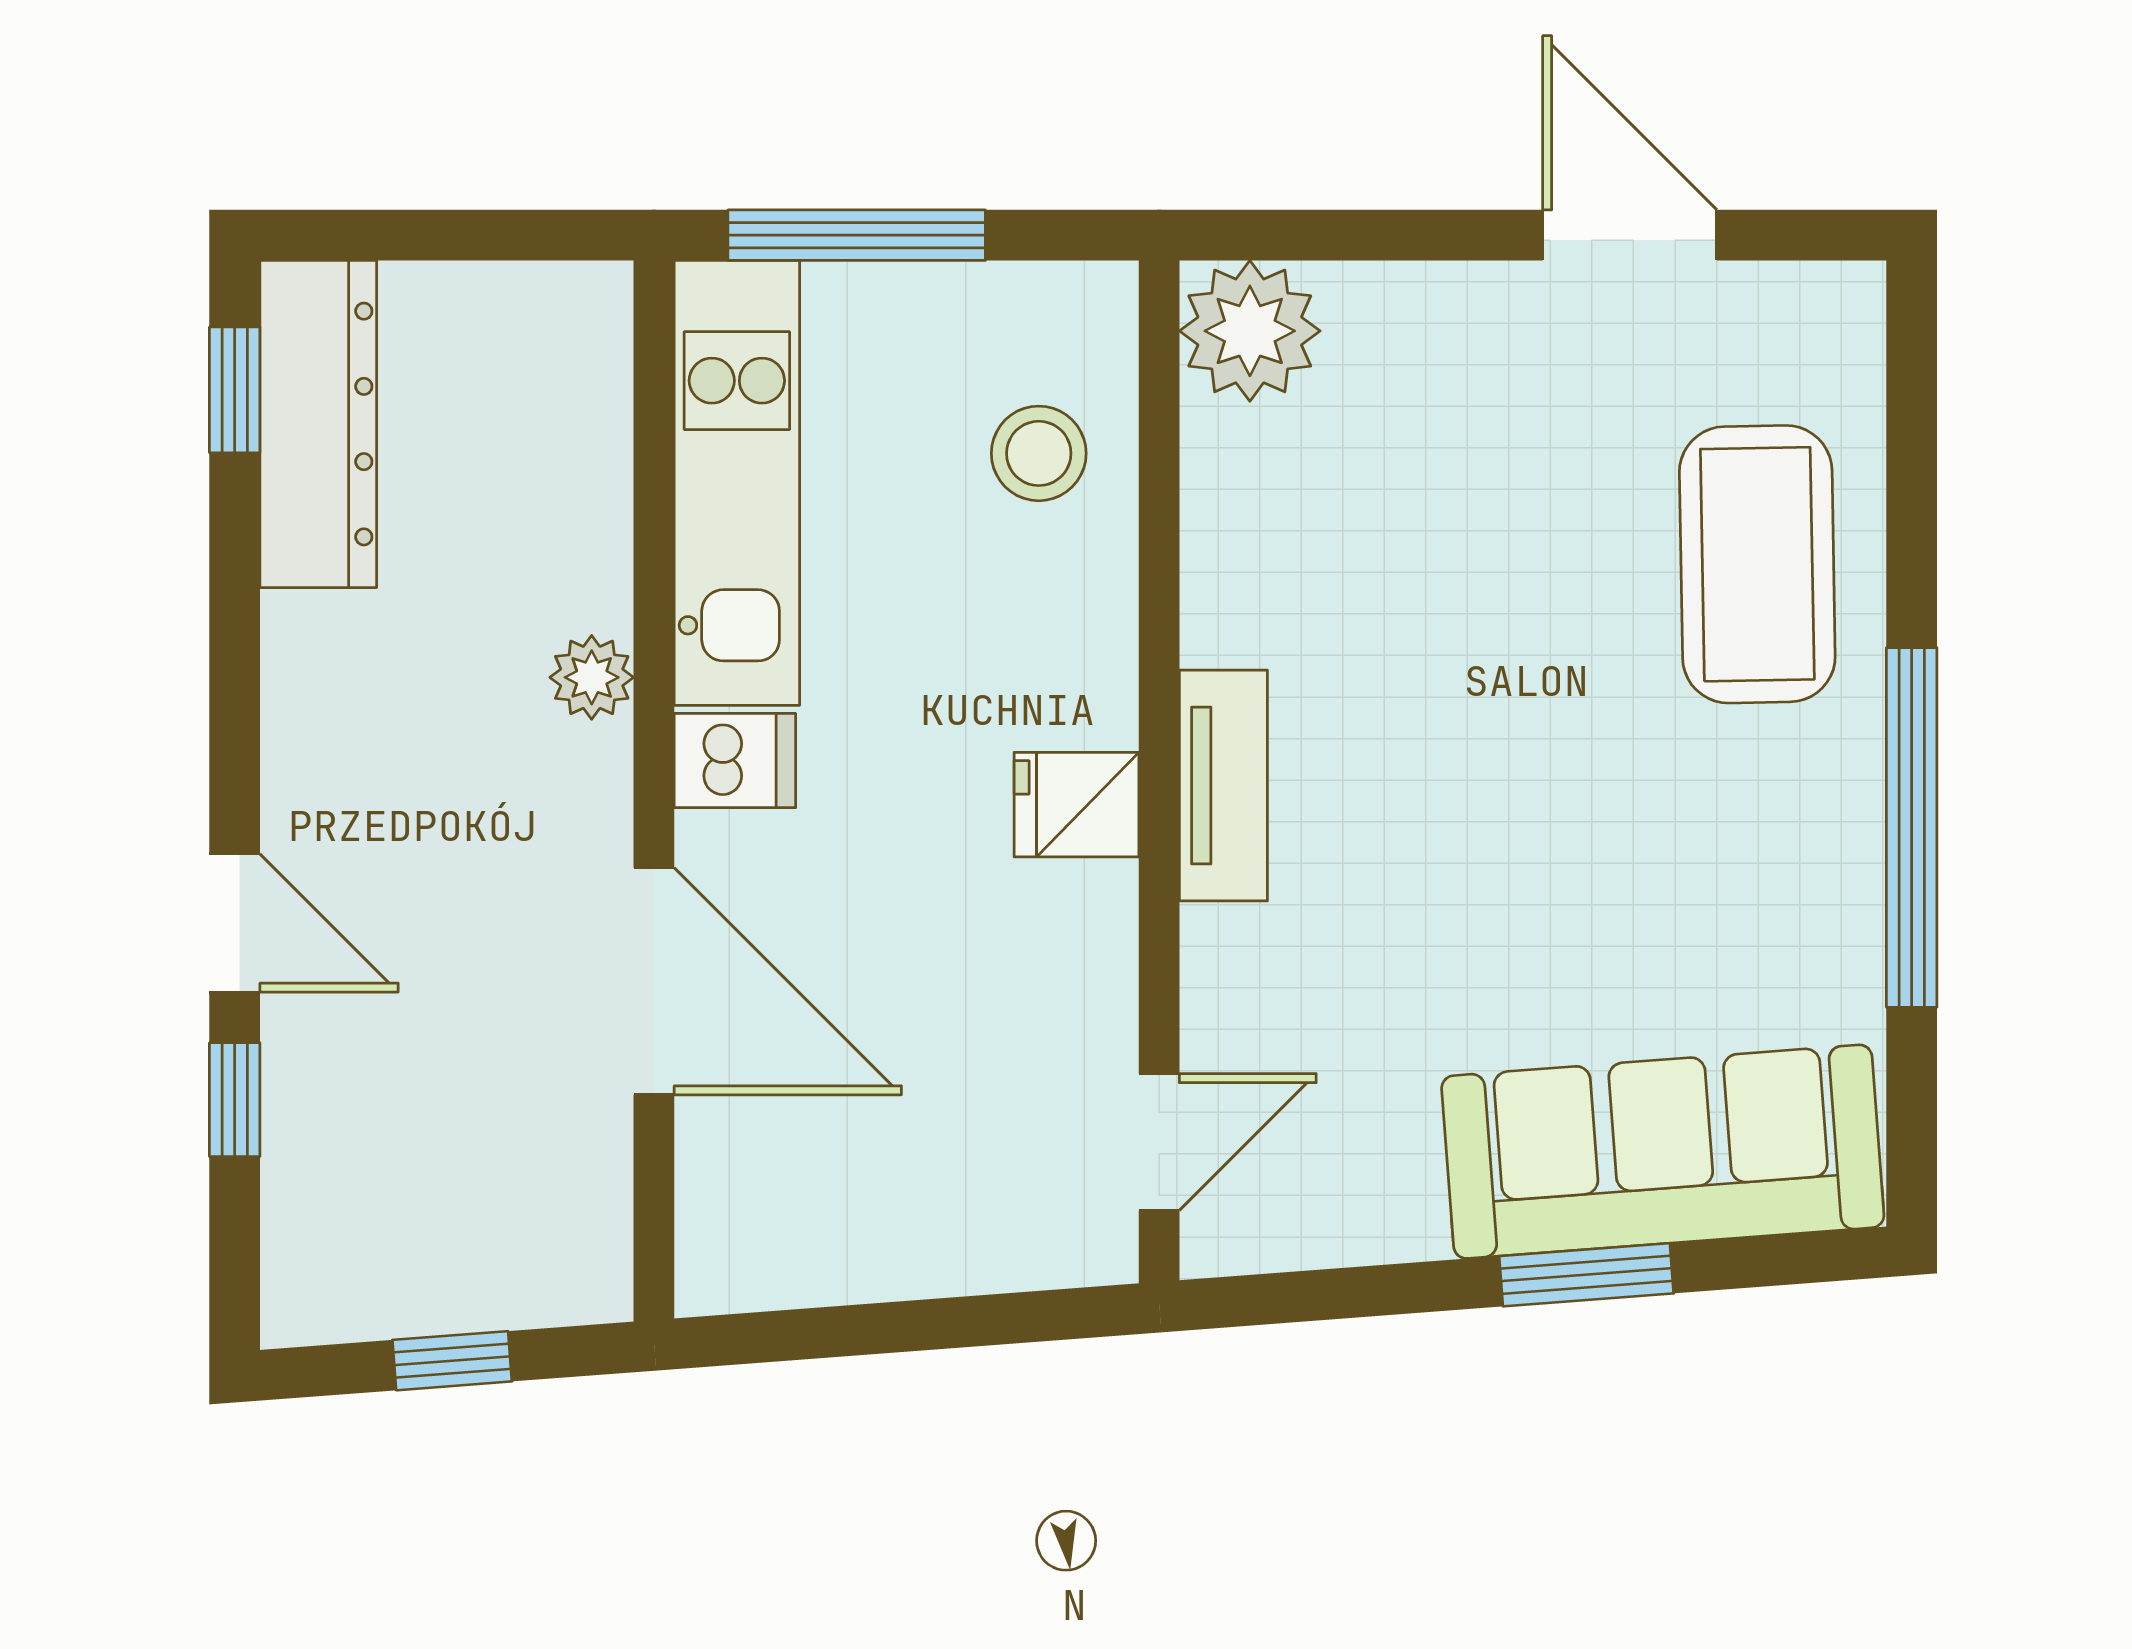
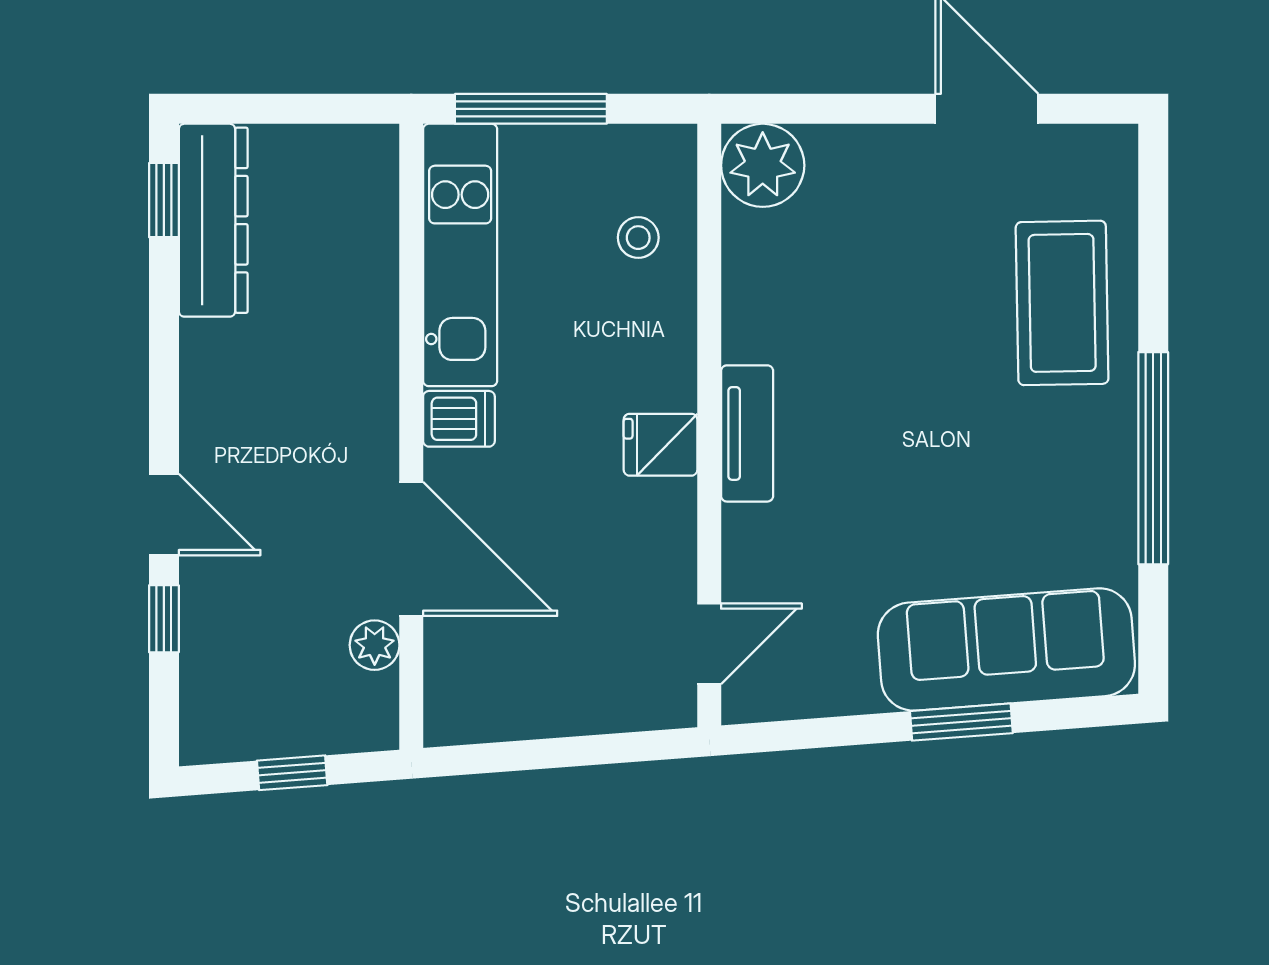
stool: (1039, 453) -> (638, 238), width x0.73, depth x0.73
plant: (592, 677) -> (375, 645), moved

